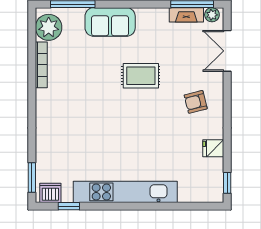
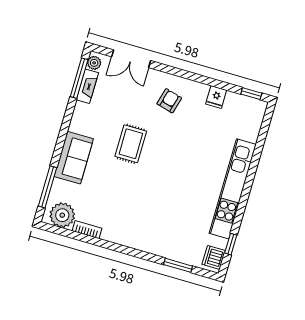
bookcase: (41, 65) -> (87, 230), width x0.64
armchair: (196, 102) -> (169, 101), turned -151
window: (32, 178) -> (178, 265), moved

